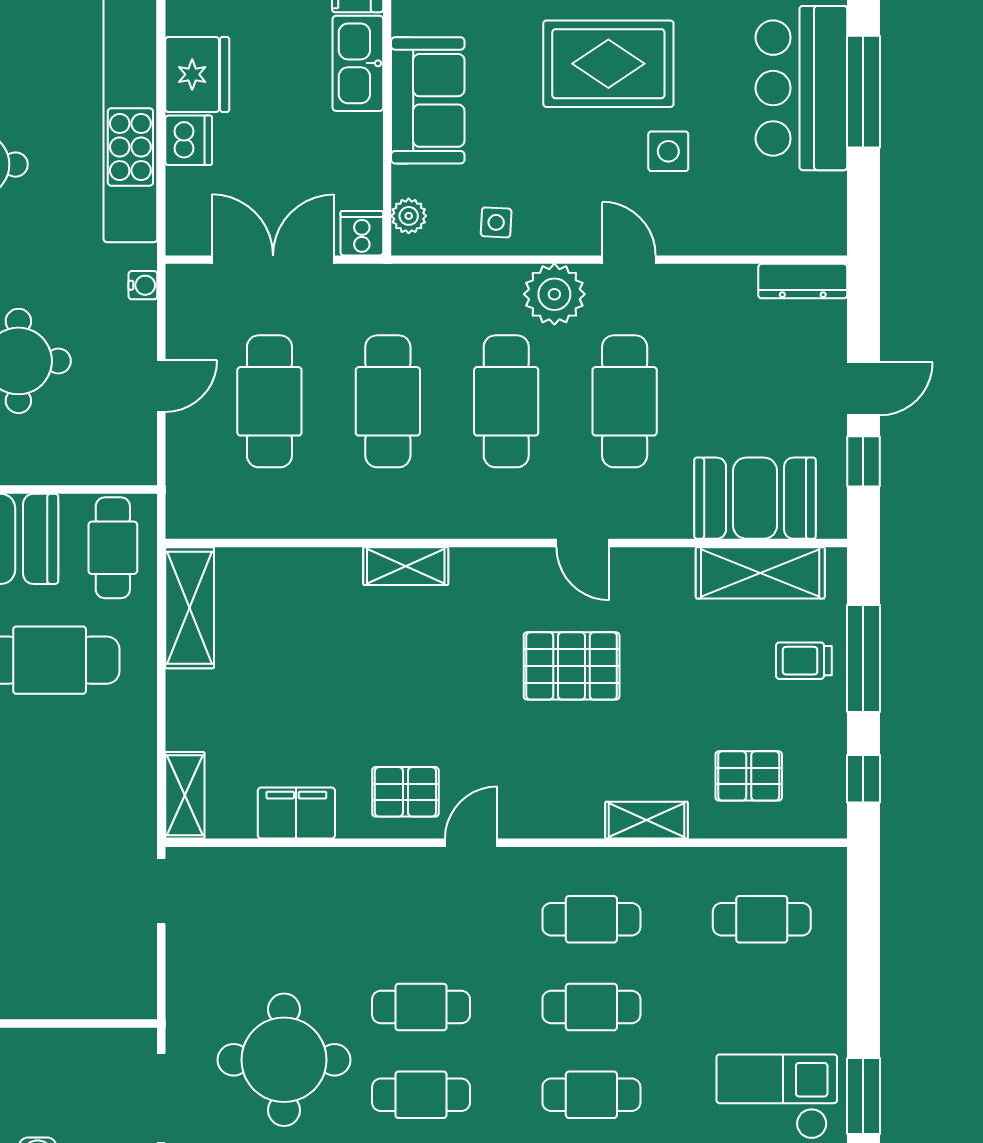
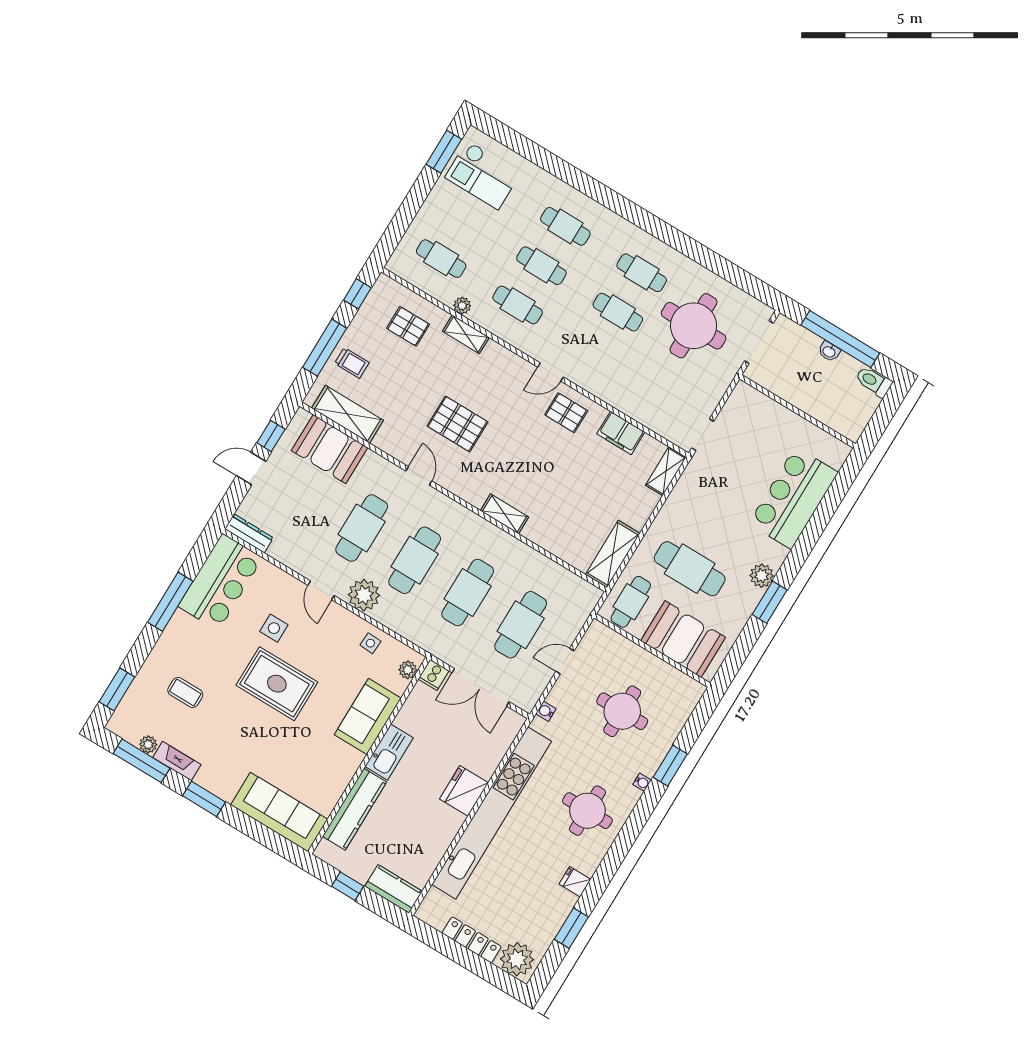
bar counter: (801, 88) -> (220, 582), moved
dishwasher: (189, 140) -> (486, 764), removed
plant: (681, 863) -> (462, 306), added

